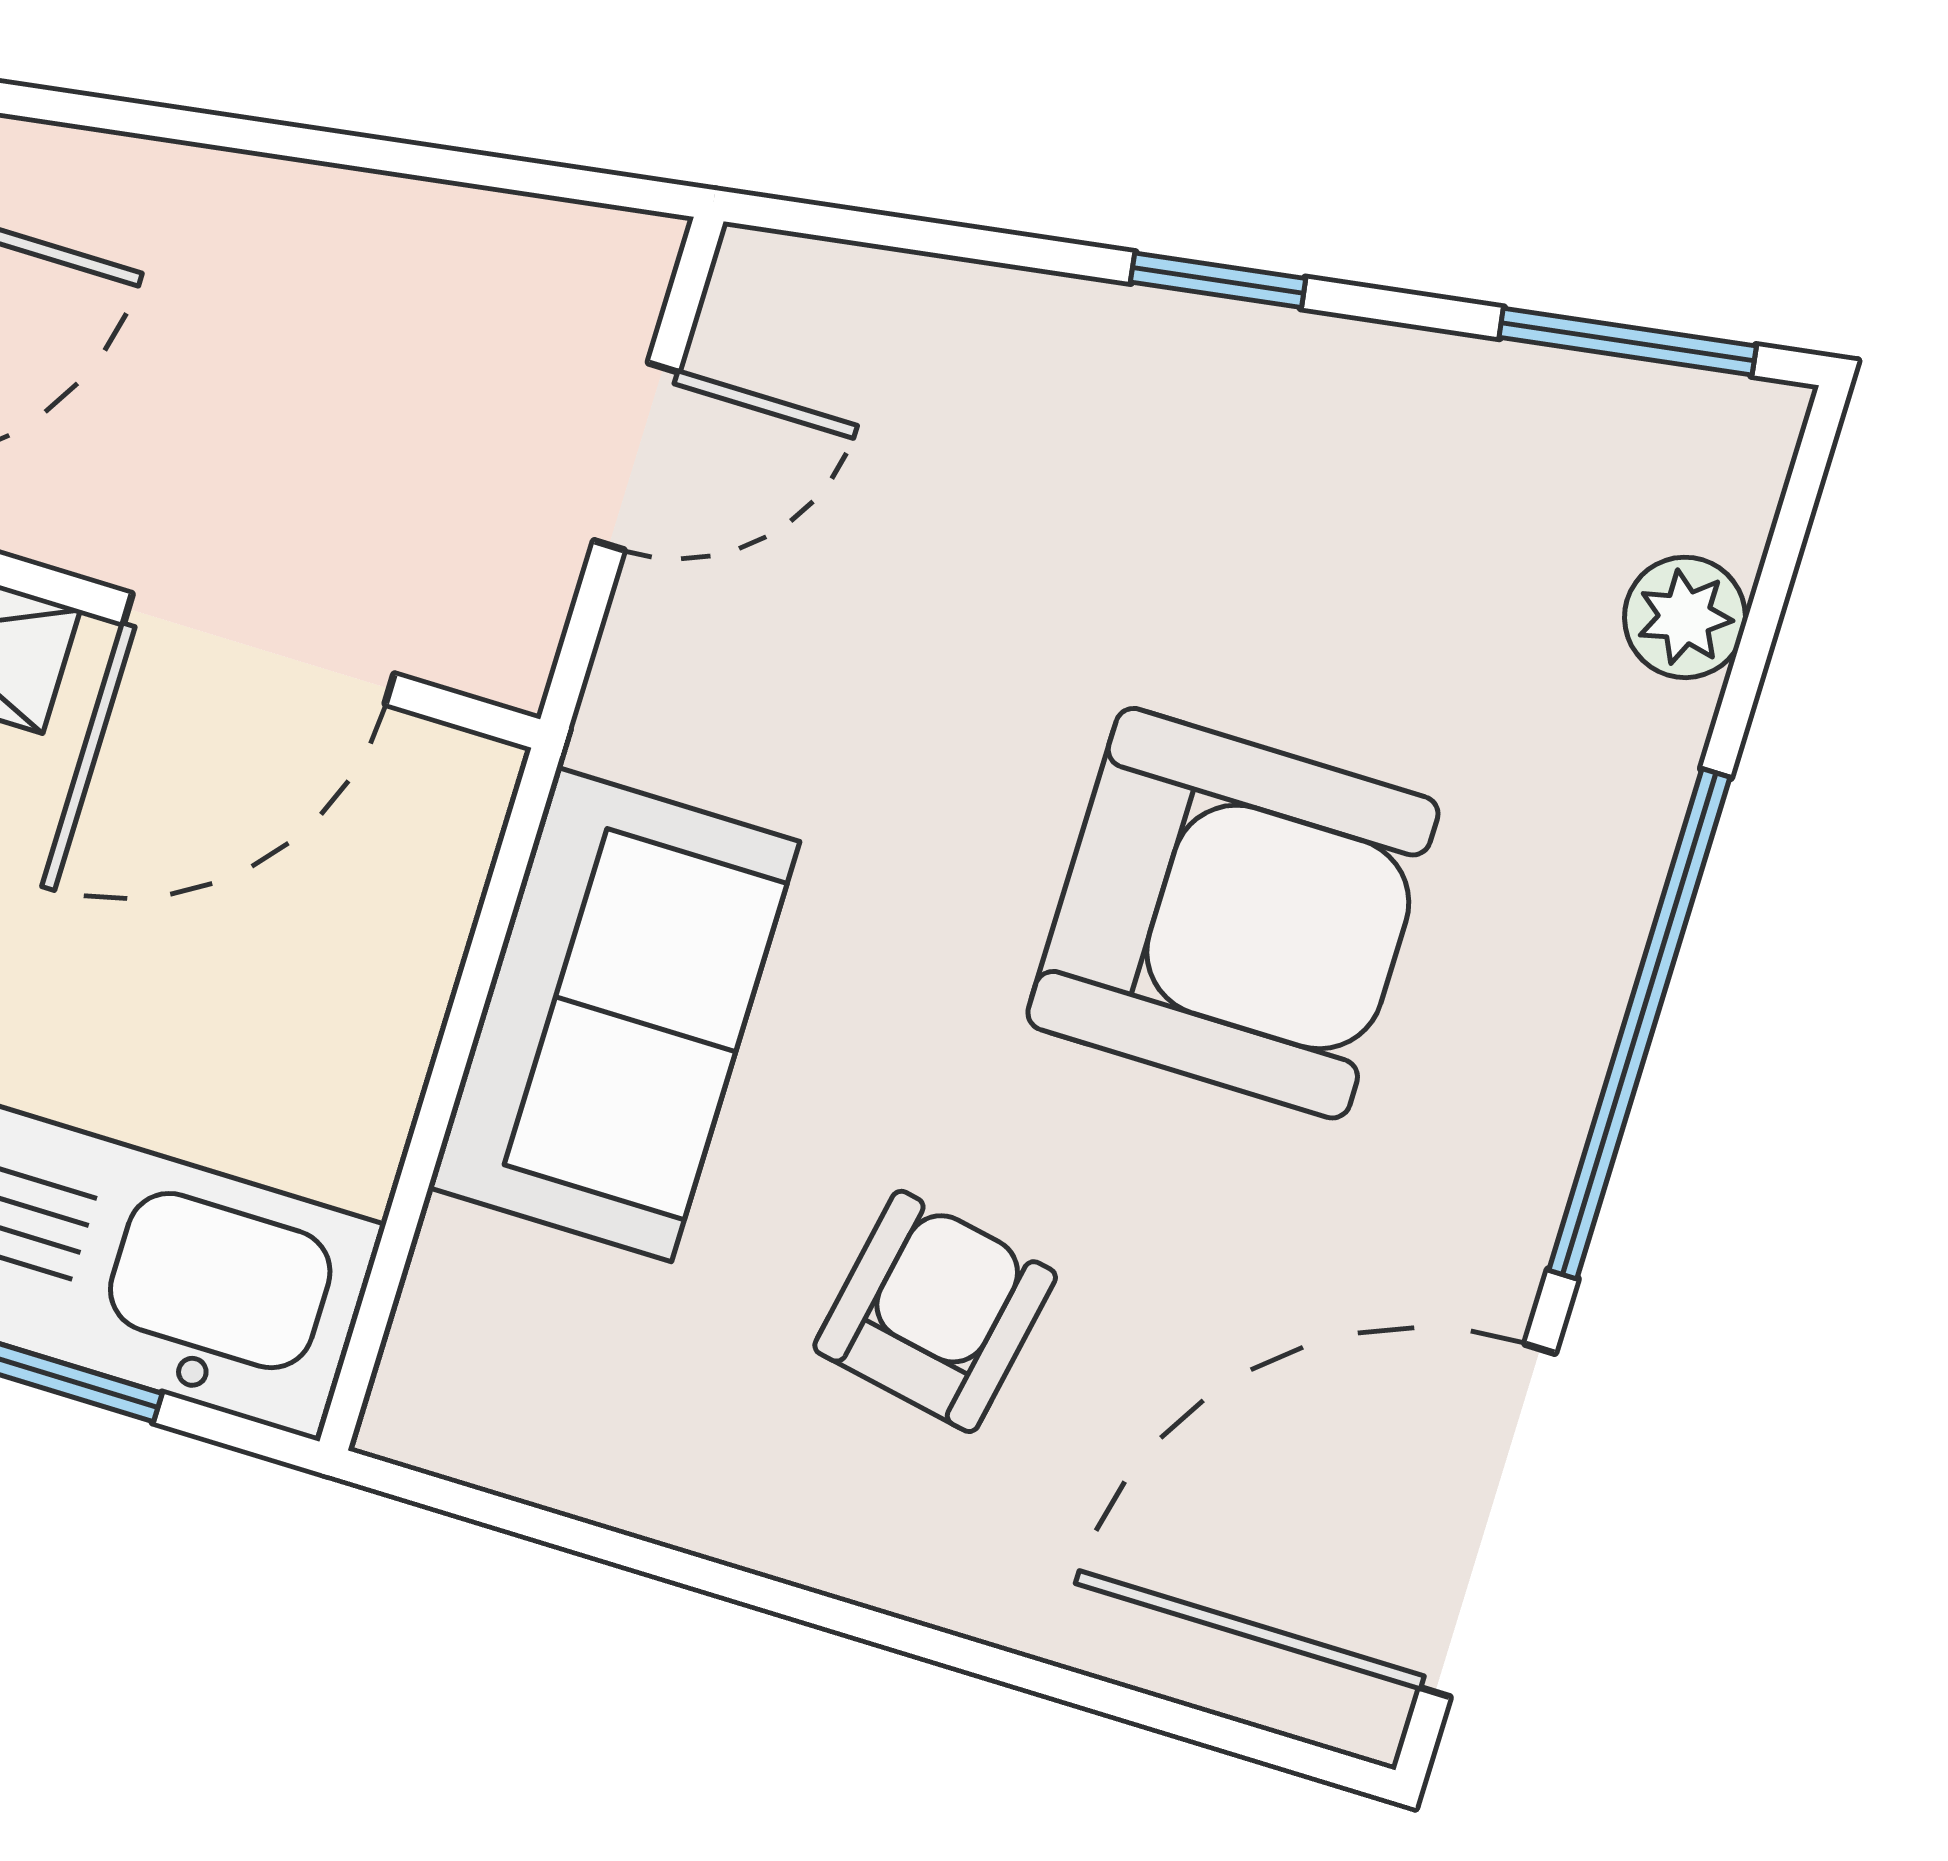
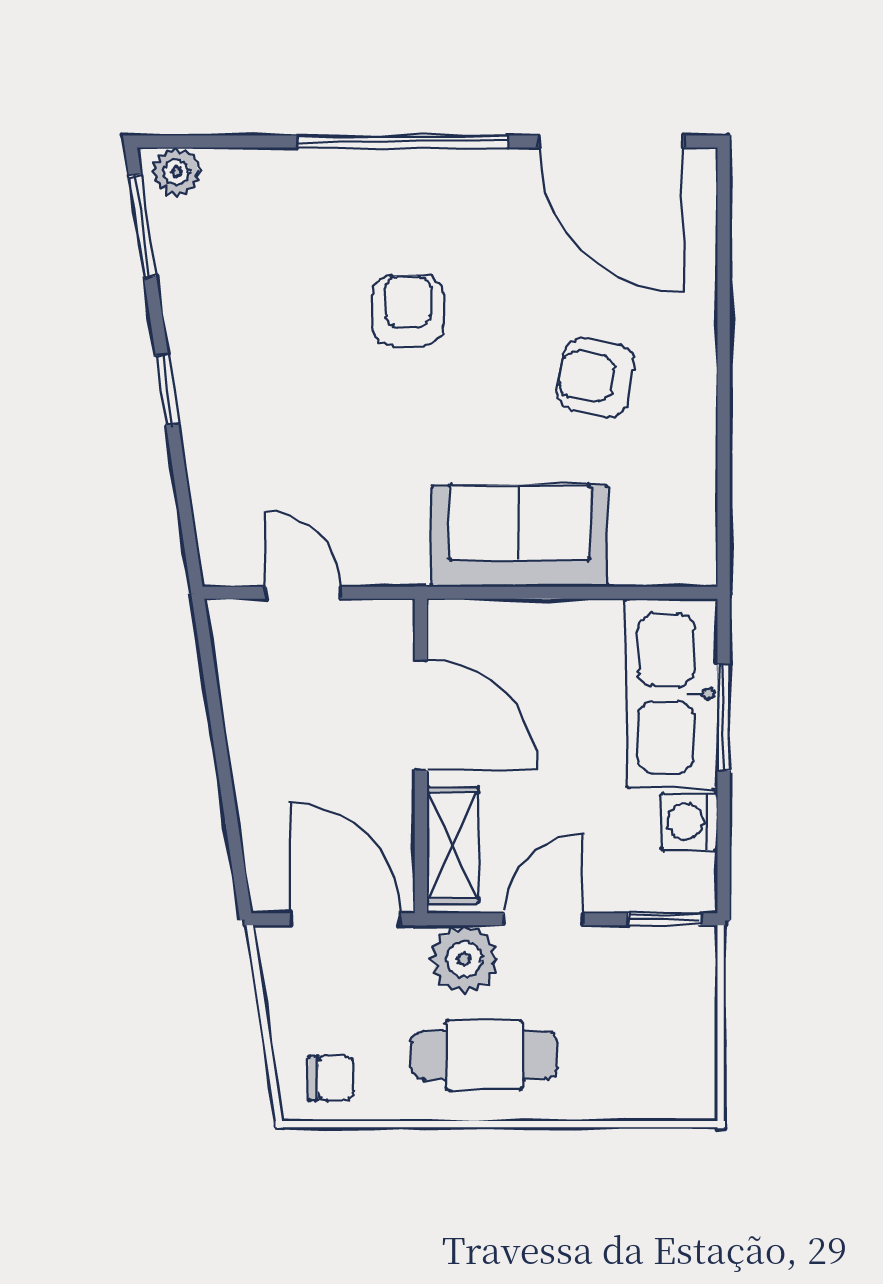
plant: (1685, 617) -> (177, 172), moved
armchair: (1233, 913) -> (408, 310), width x0.53, depth x0.53

